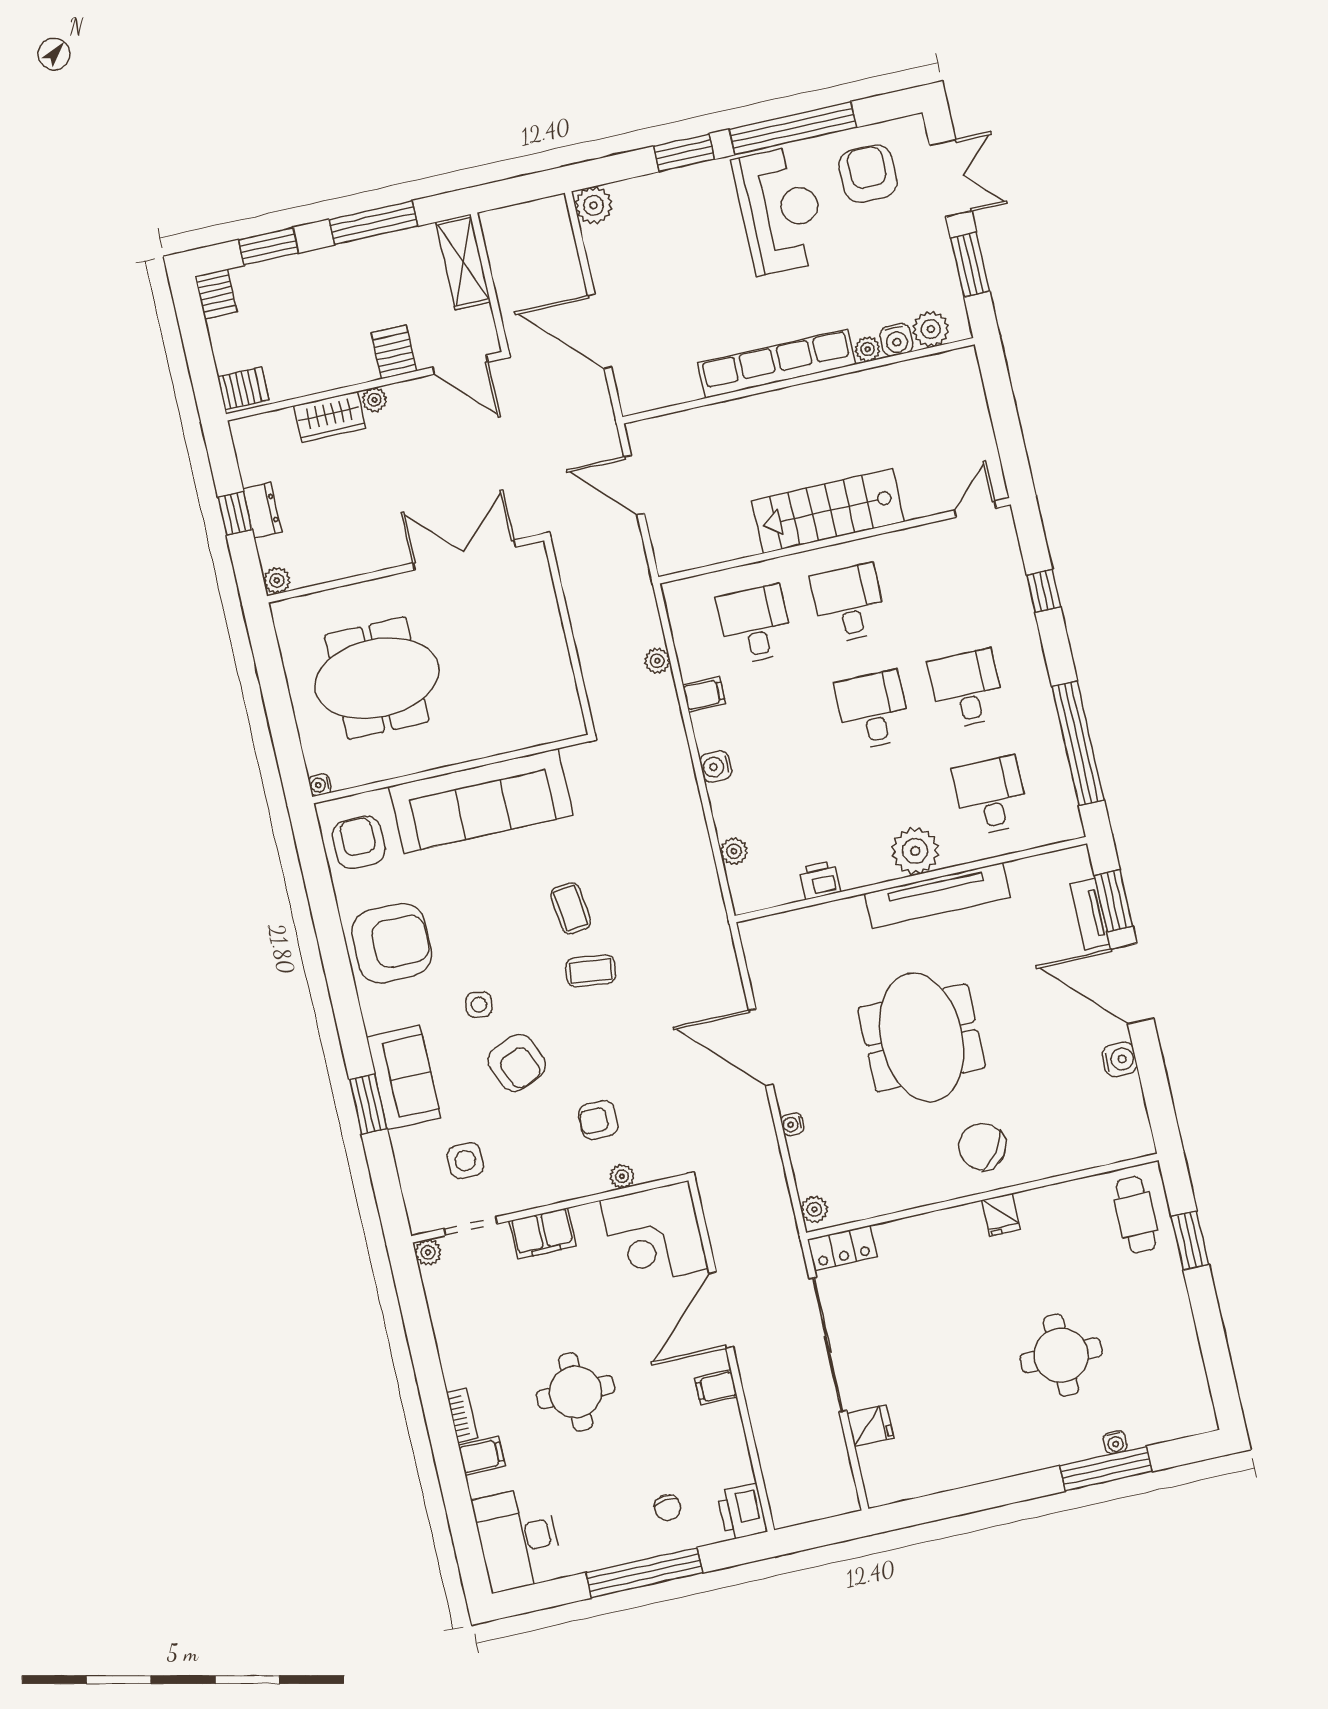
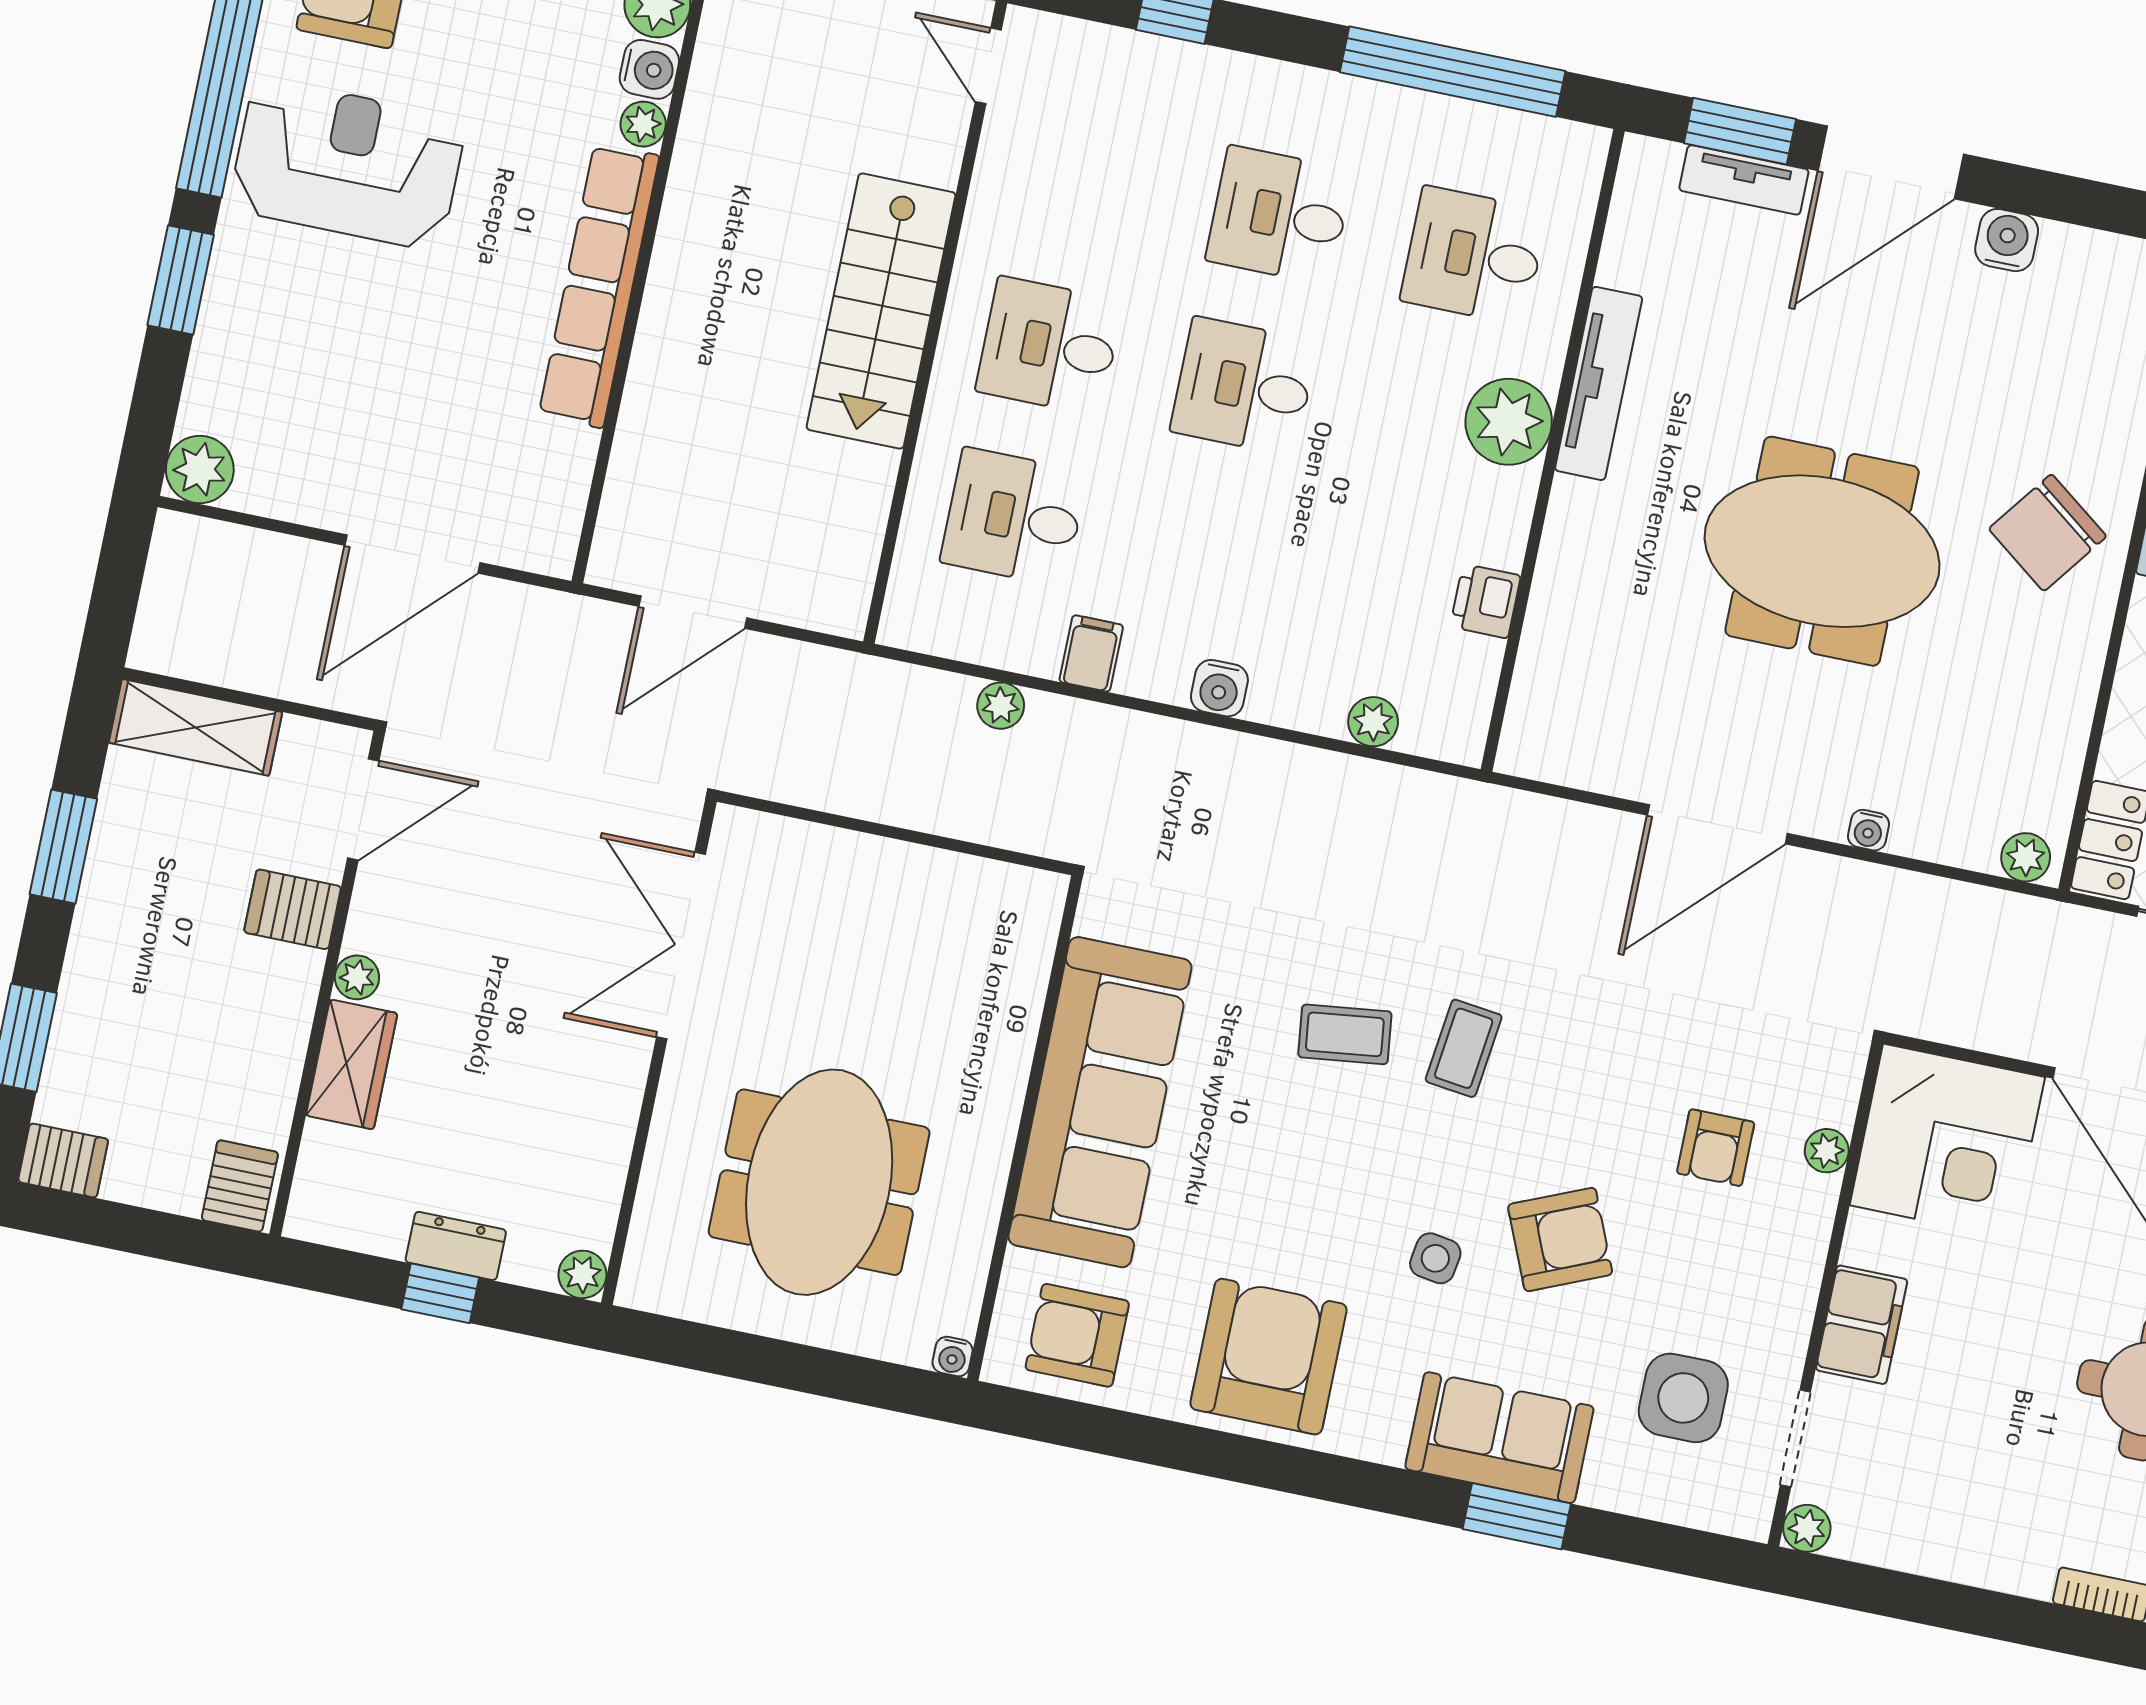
window: (373, 223) -> (63, 847), width x0.69
tv unit: (937, 895) -> (1599, 383), width x0.73, depth x0.78
side table: (465, 1161) -> (1683, 1398), width x1.37, depth x1.37

